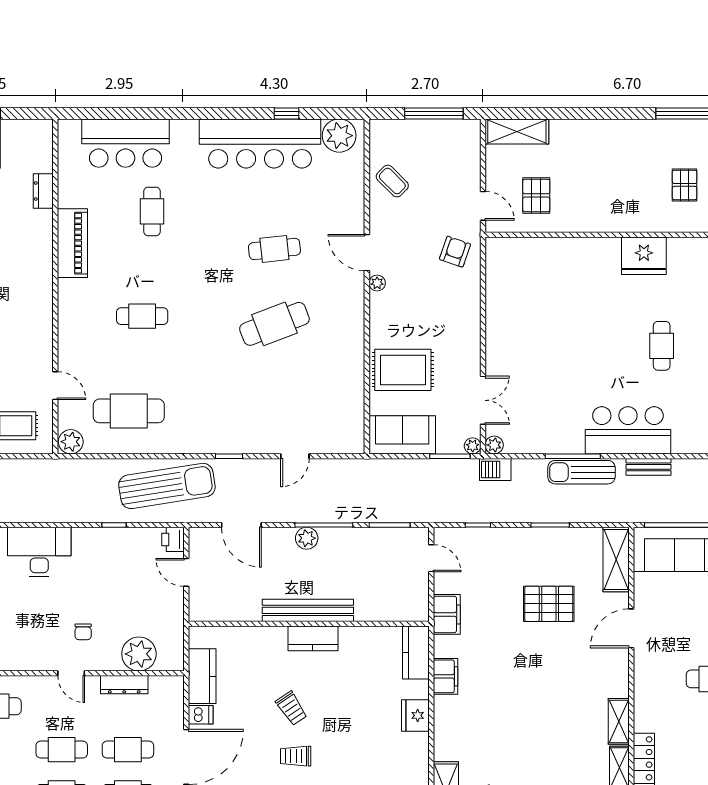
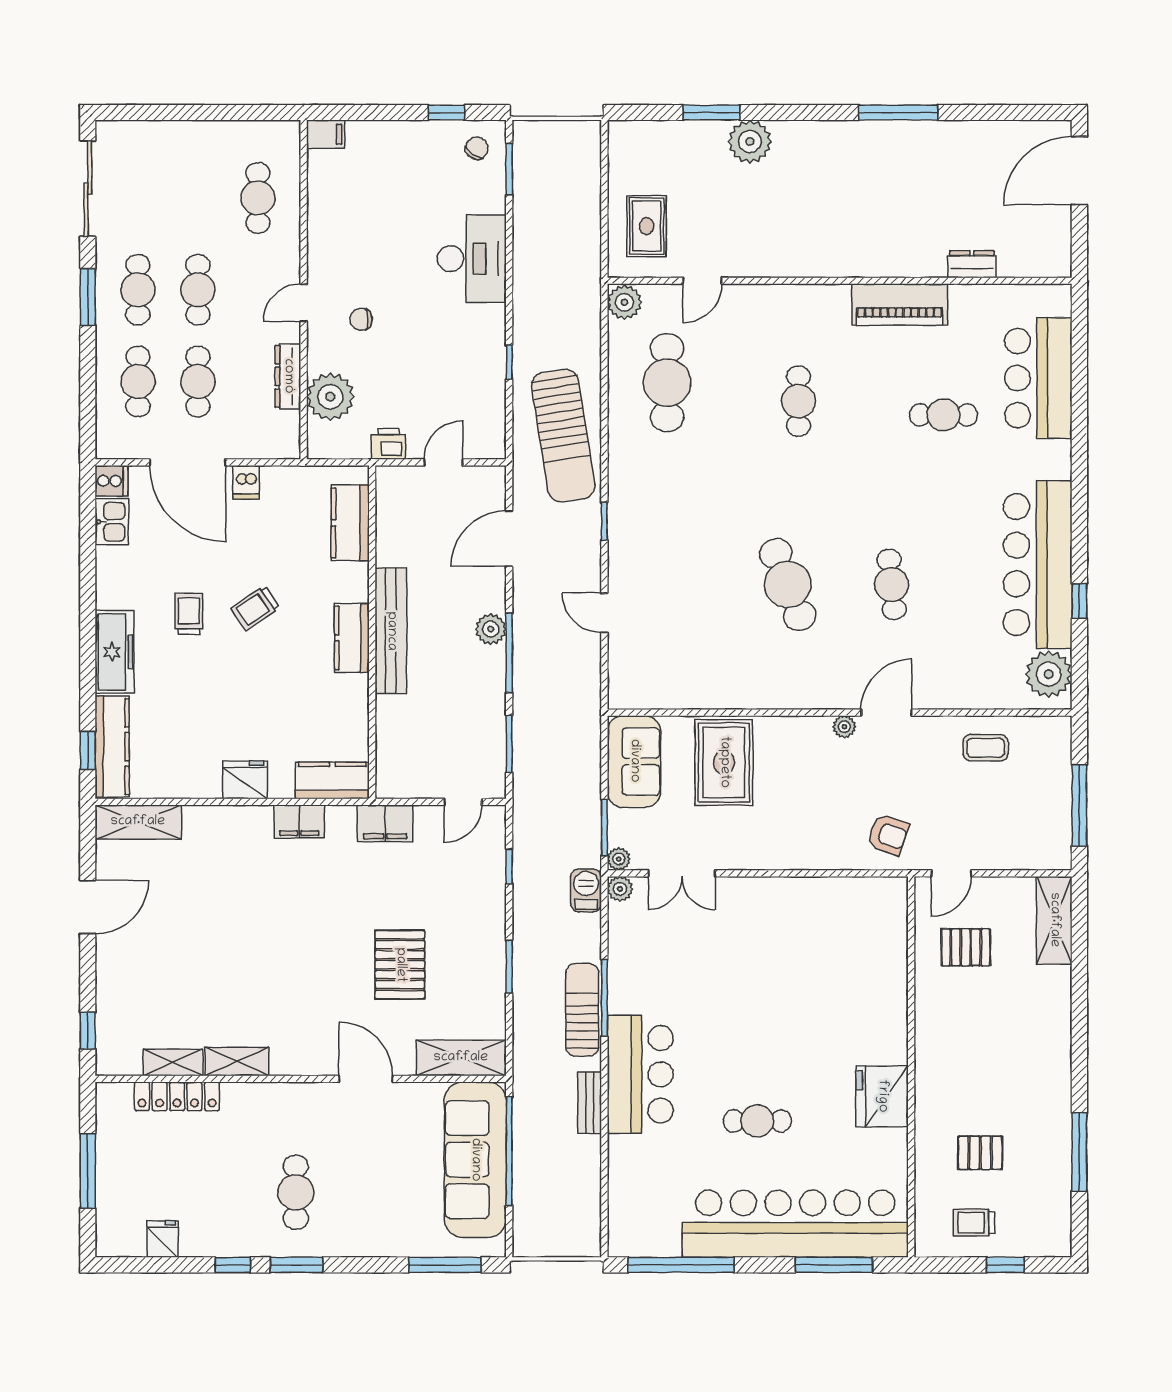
coffee table: (392, 181) -> (986, 748), turned 45
printer: (173, 539) -> (388, 444), moved
kitchen counter: (202, 676) -> (350, 523), moved, turned 90

